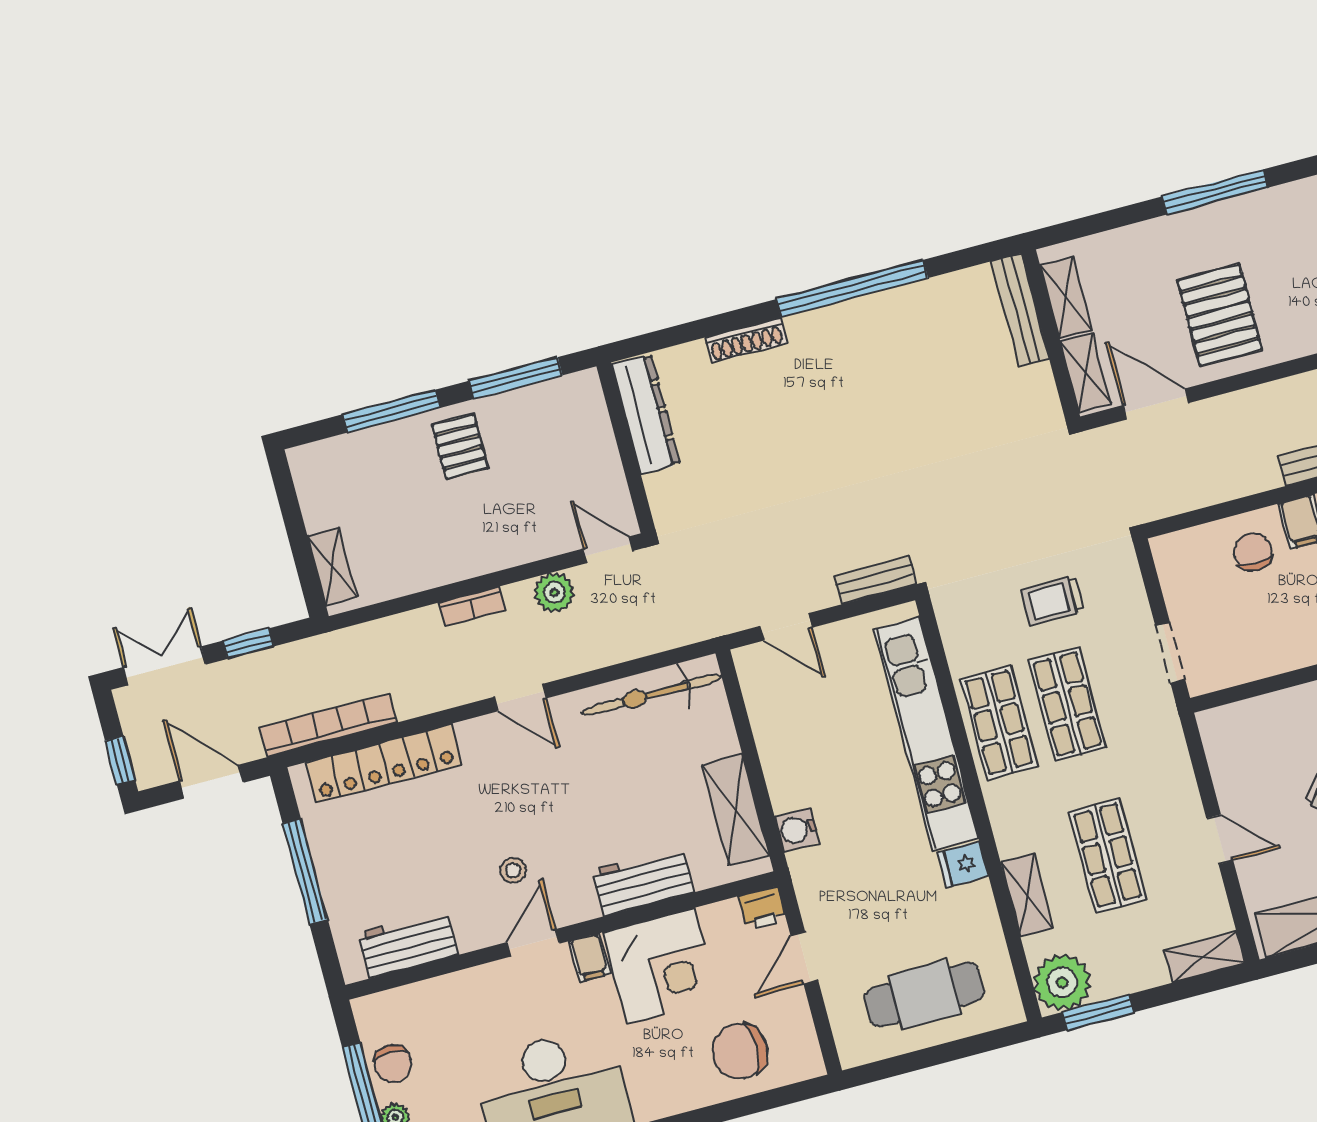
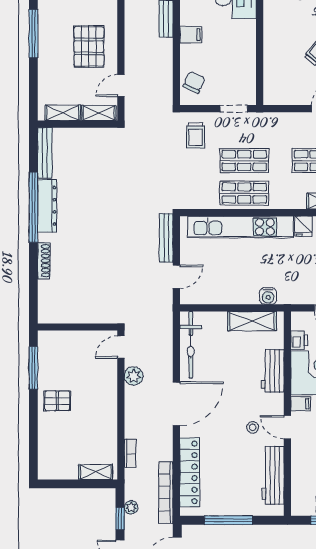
bench: (1020, 310) -> (45, 153), moved, turned 90
pallet: (1220, 315) -> (89, 46), turned 90
door: (1156, 404) -> (121, 85), width x0.73
window: (392, 411) -> (33, 427), removed
dresser: (646, 414) -> (47, 206), moved, turned 90
chair: (1253, 552) -> (194, 82), moved, turned 114
bench: (875, 580) -> (166, 238), width x1.36
trolley: (1052, 601) -> (196, 135), moved
bookcase: (472, 606) -> (130, 453), moved
plant: (278, 660) -> (131, 507), added
door: (520, 698) -> (176, 404), width x1.87
printer: (763, 909) -> (299, 340), moved
workbench: (408, 944) -> (273, 475), width x1.38

